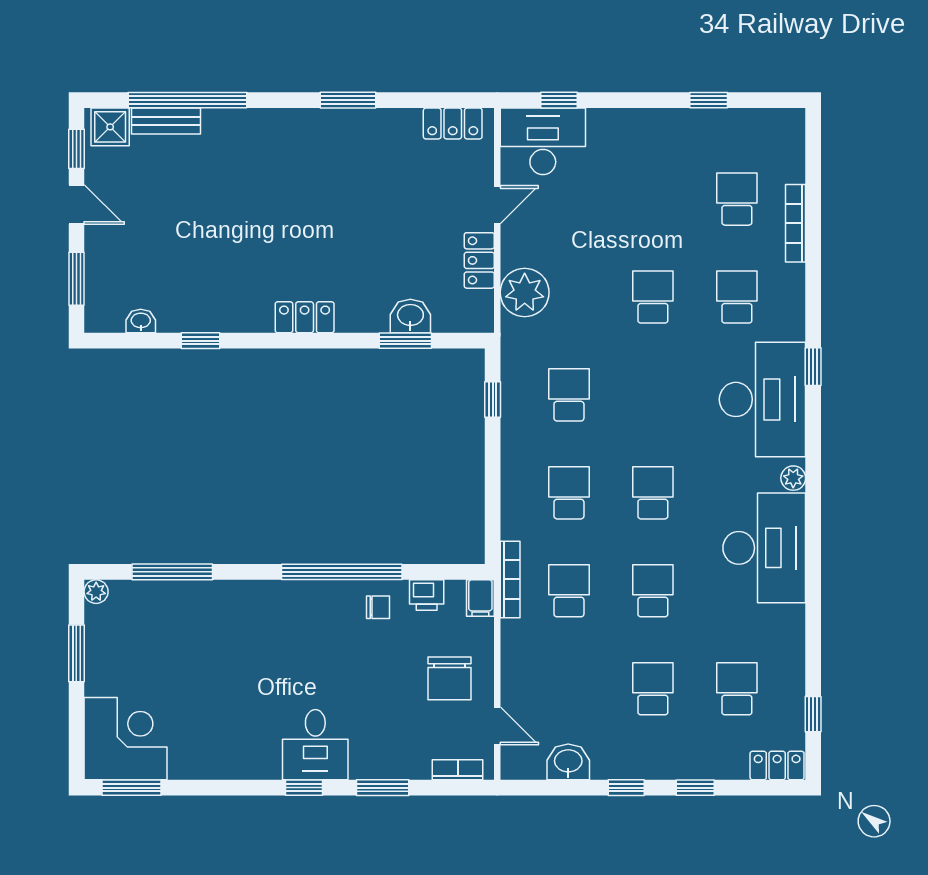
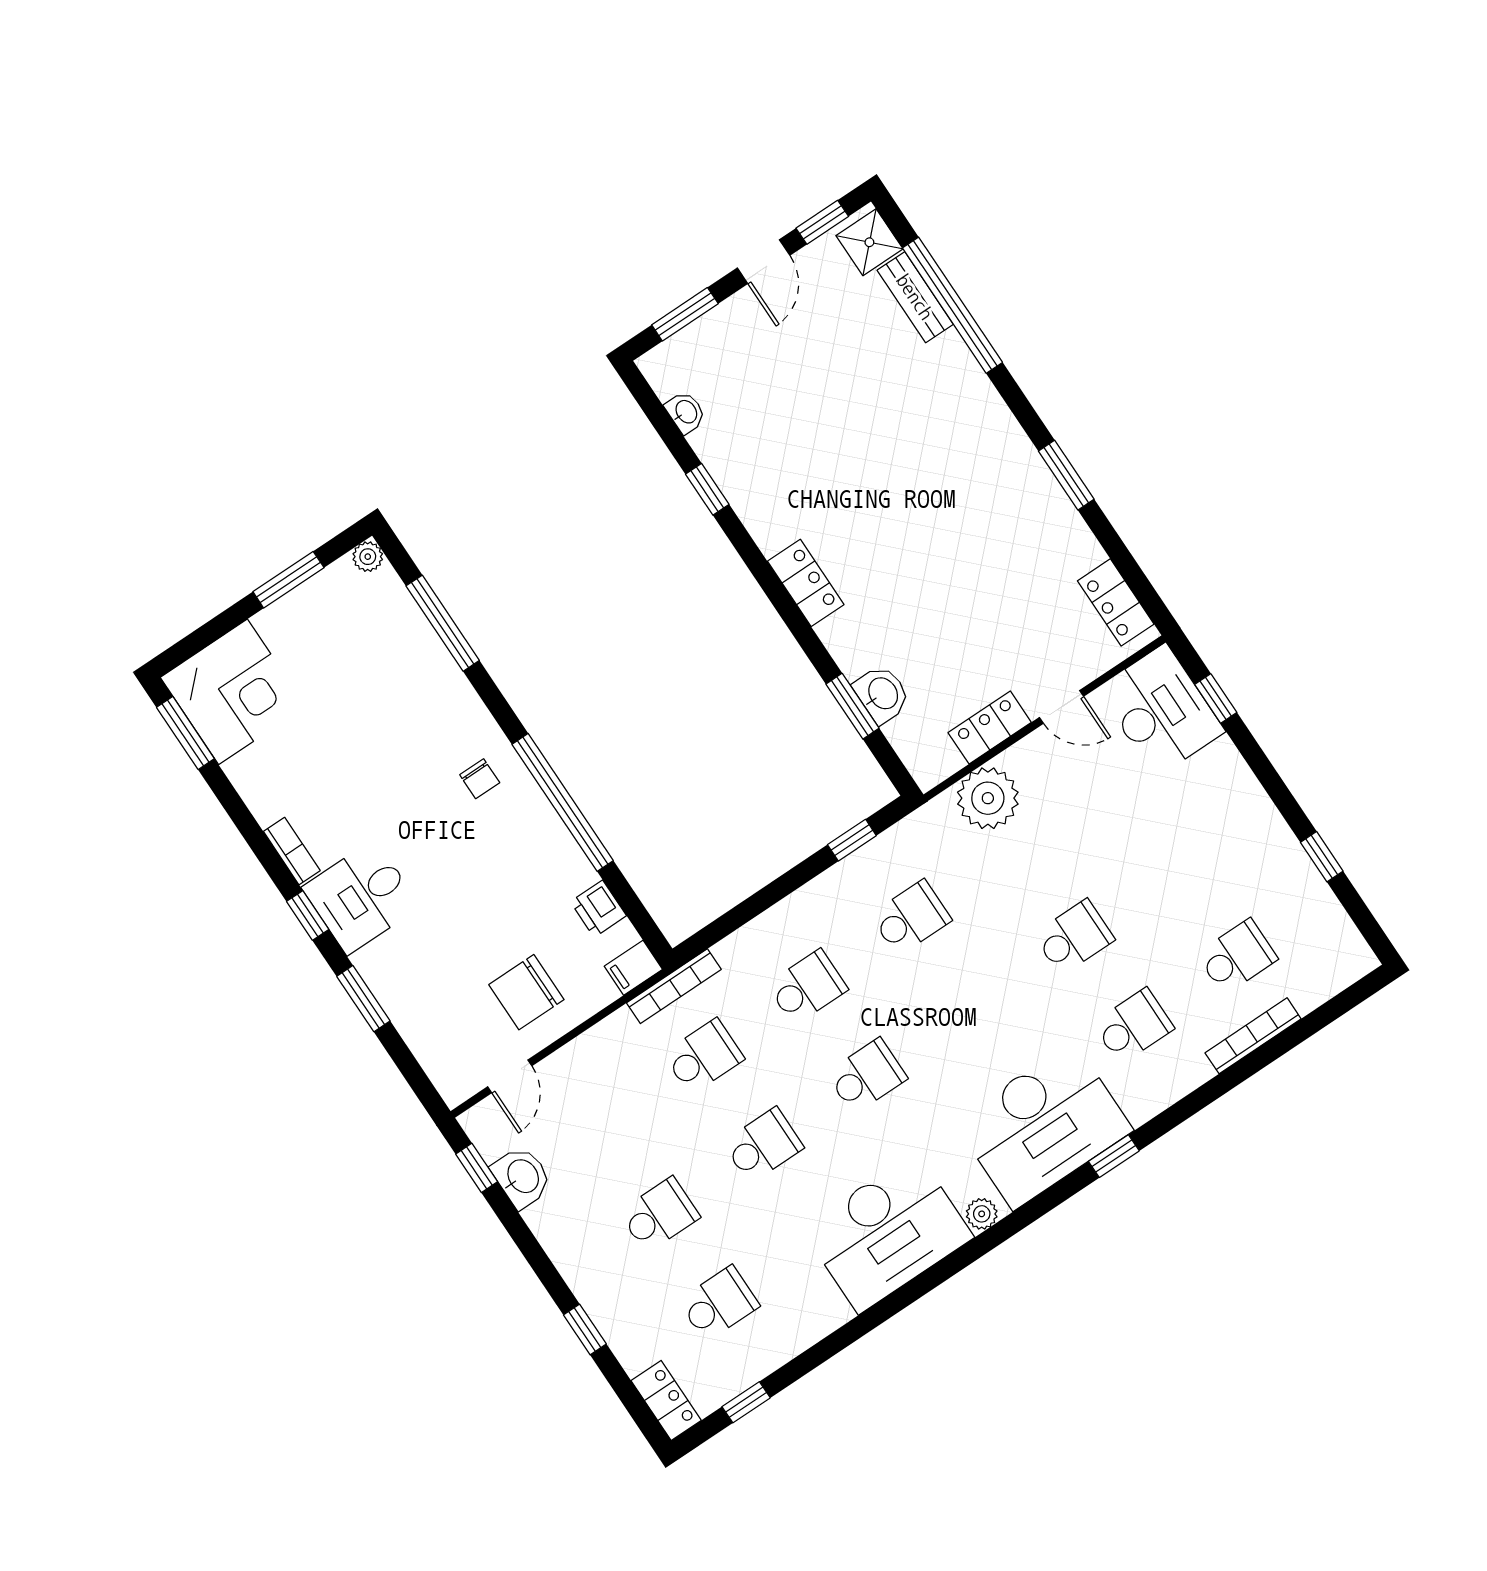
chair: (378, 607) -> (480, 779), moved
bookcase: (458, 770) -> (292, 851), moved
window: (626, 788) -> (477, 1168), moved

